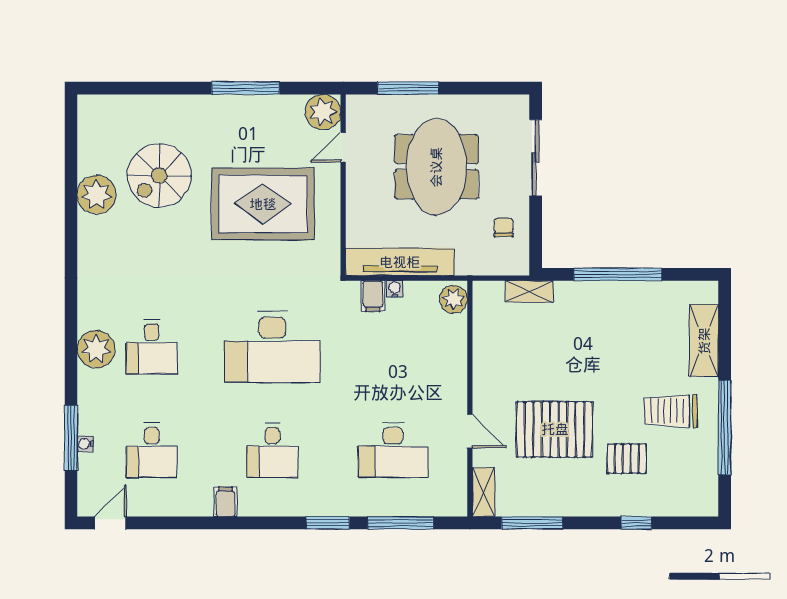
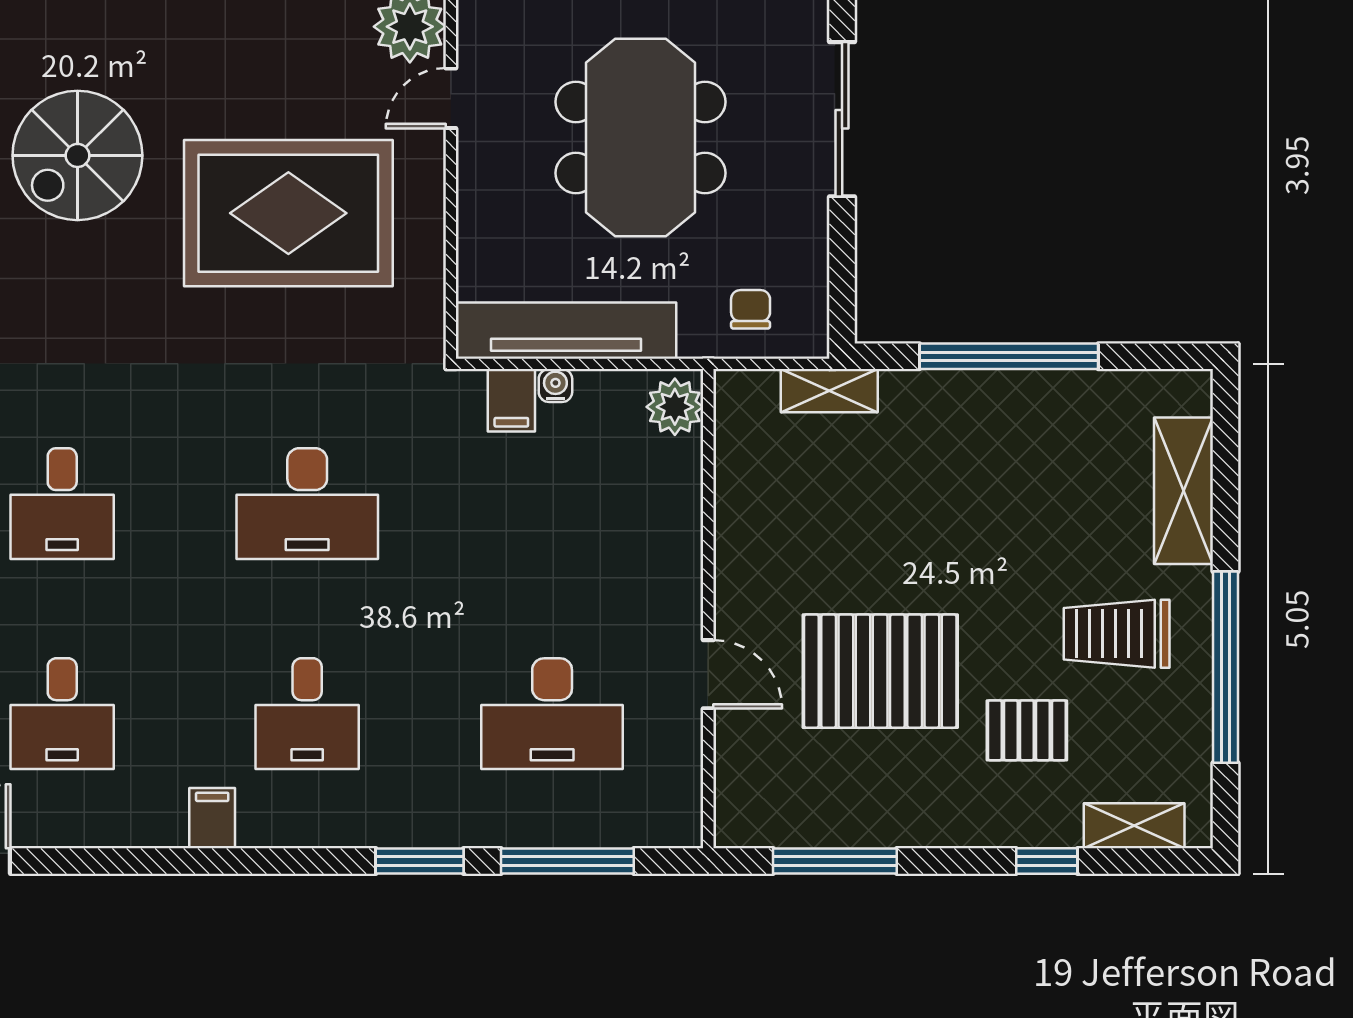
chair: (503, 227) -> (751, 309), moved
desk: (272, 347) -> (307, 504), width x0.73, depth x0.77
shelving: (483, 492) -> (1134, 826), moved, turned 90

